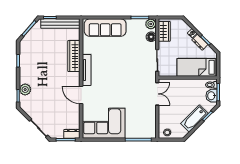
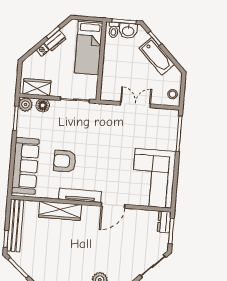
armchair: (111, 57) -> (65, 161), added
double door: (157, 94) -> (135, 105), moved

